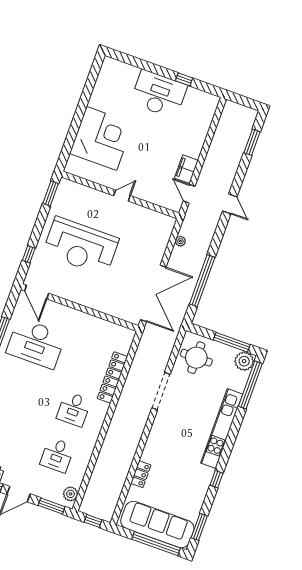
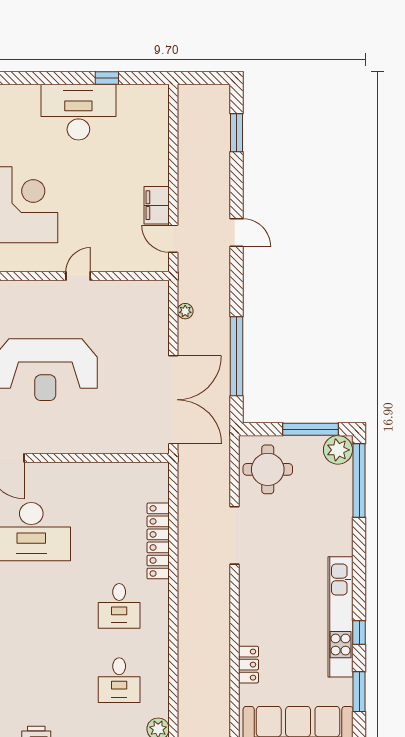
kitchen unit: (222, 429) -> (341, 617), moved
window: (199, 527) -> (359, 692), moved

